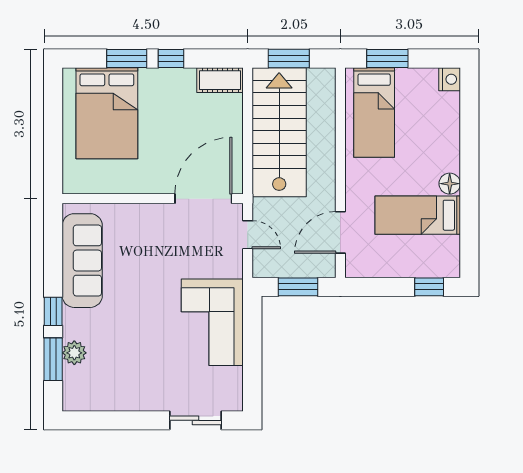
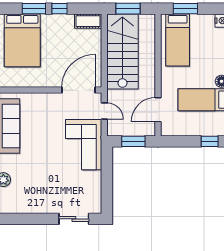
corner sofa: (212, 322) -> (84, 145), moved

